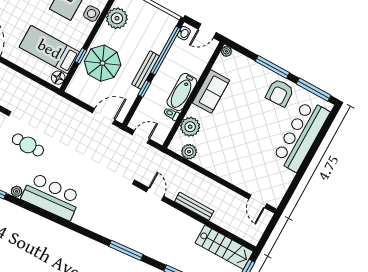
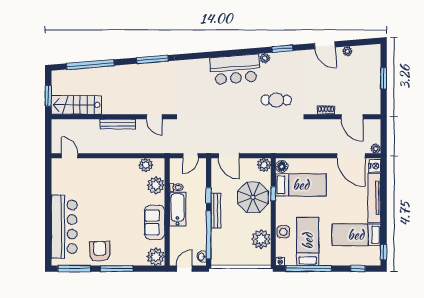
plant: (226, 51) -> (156, 257), width x1.88, depth x1.88
plant: (74, 89) -> (264, 165), added
door: (104, 116) -> (229, 156), hinge flipped

